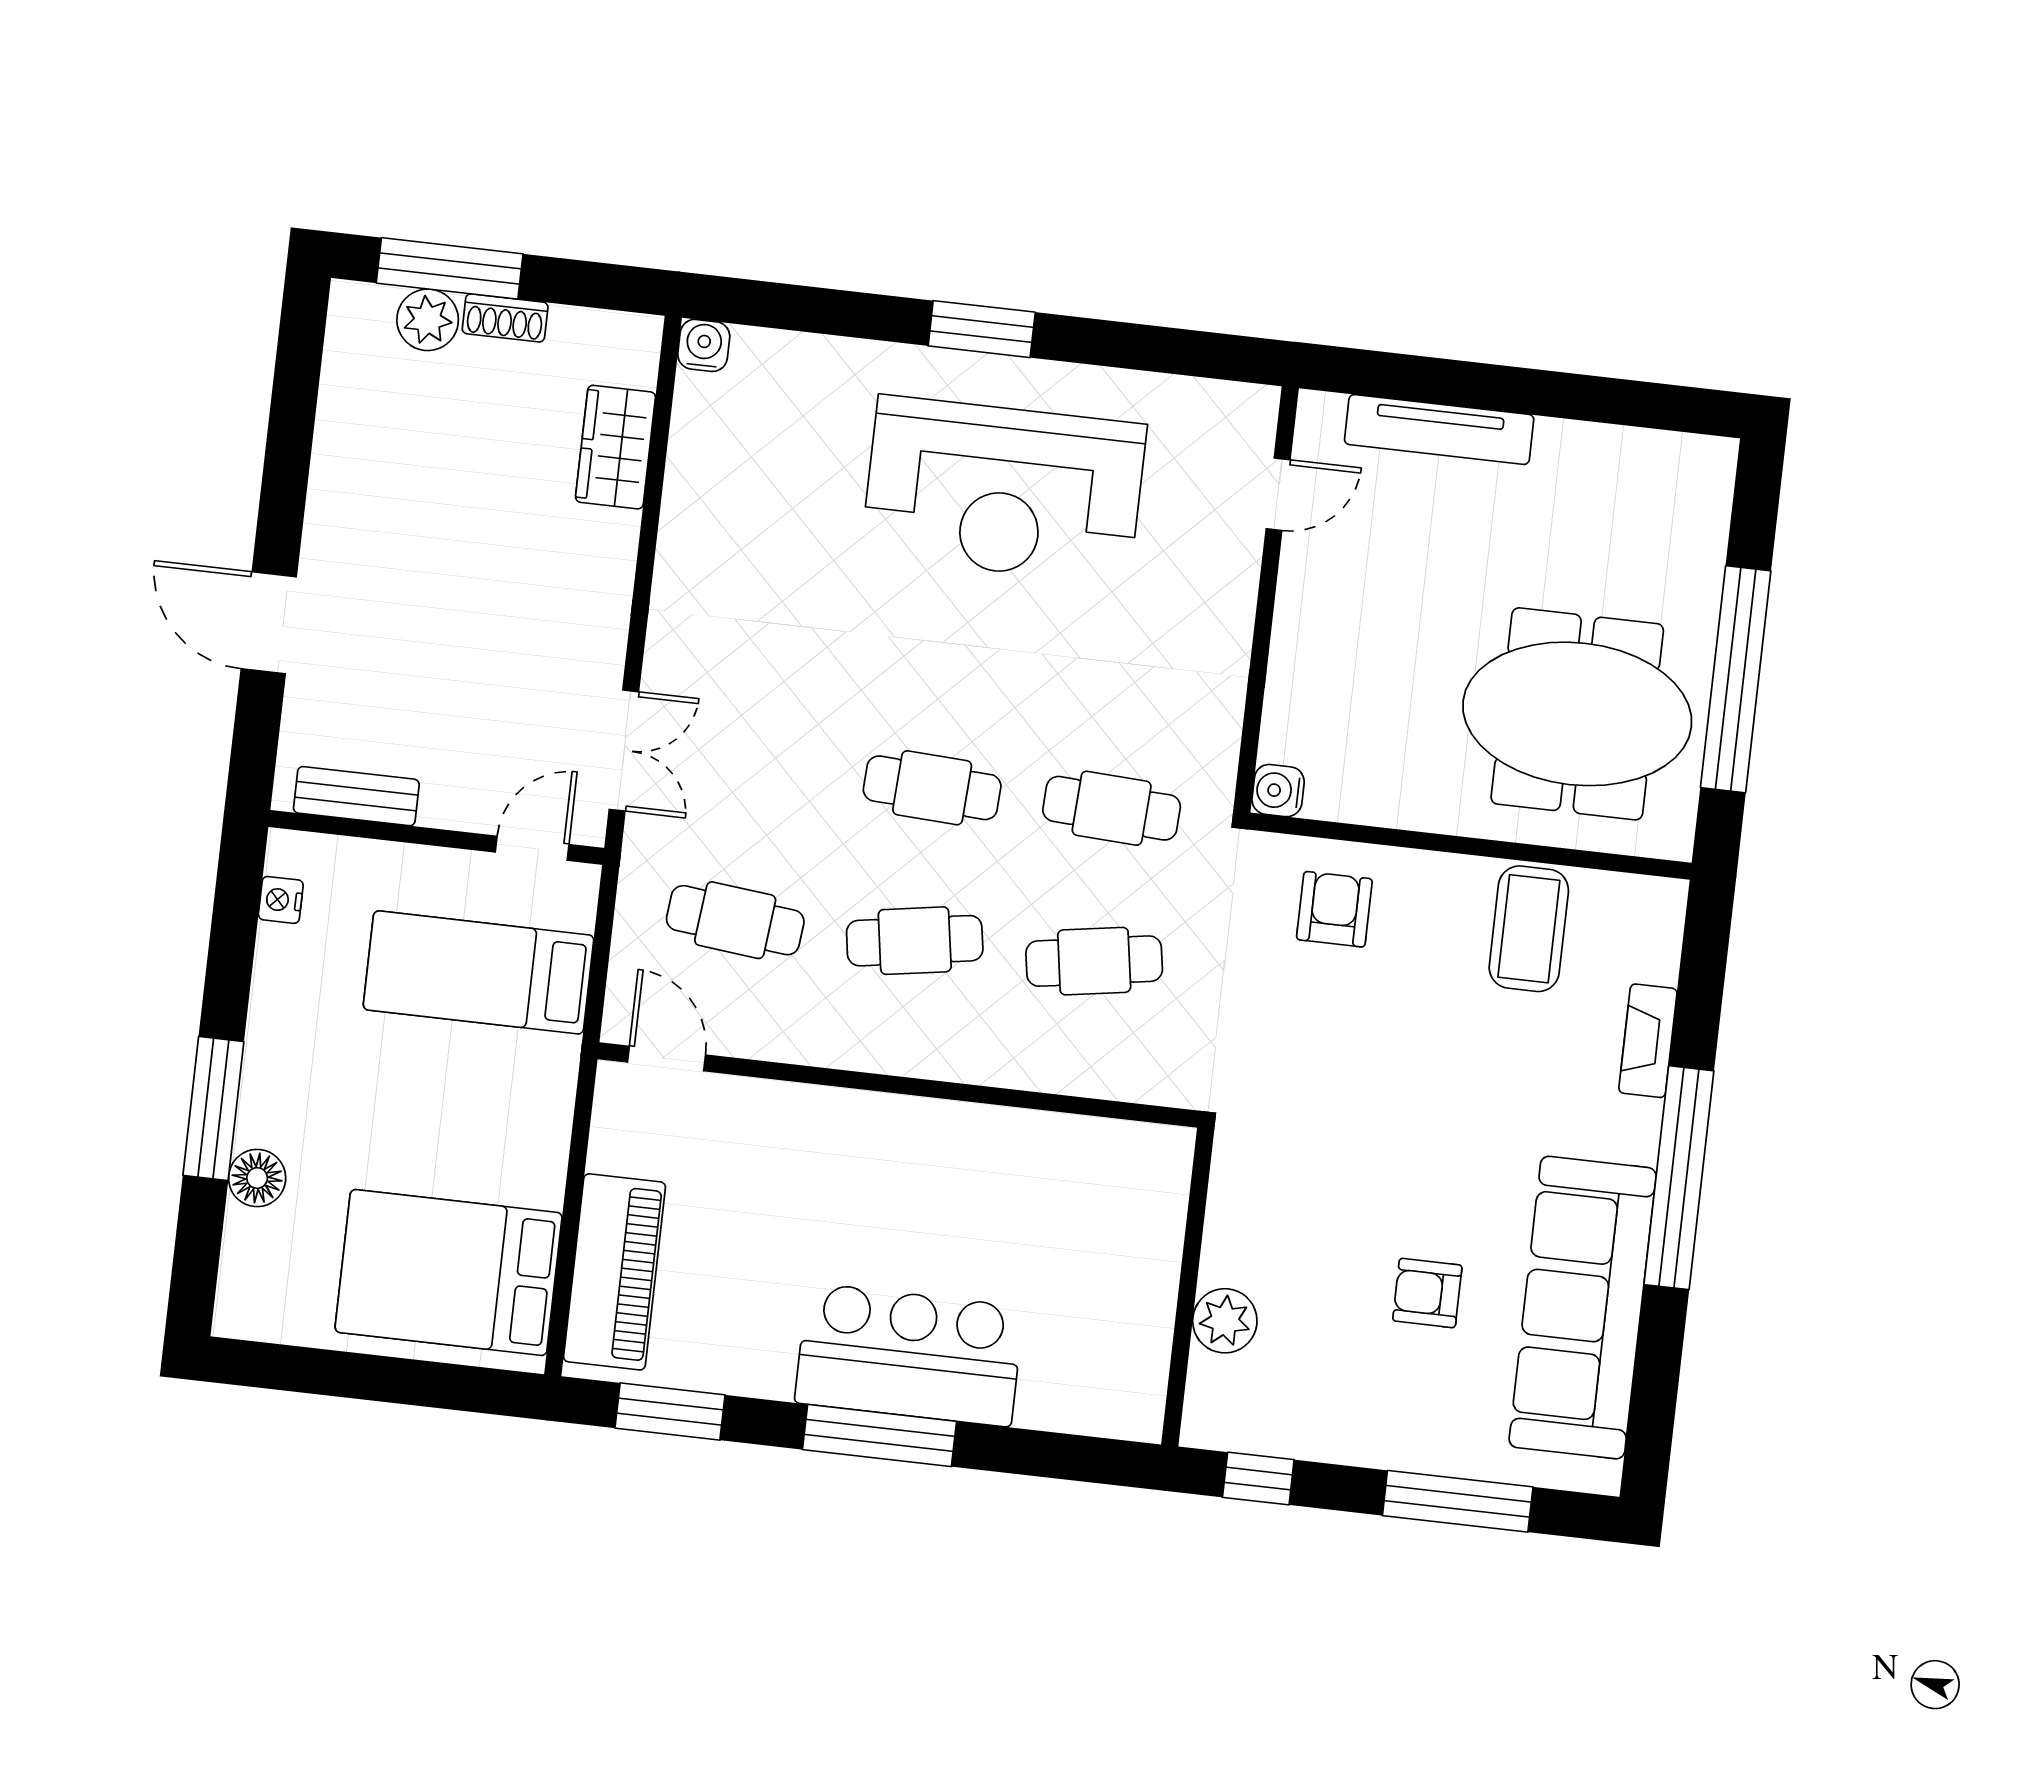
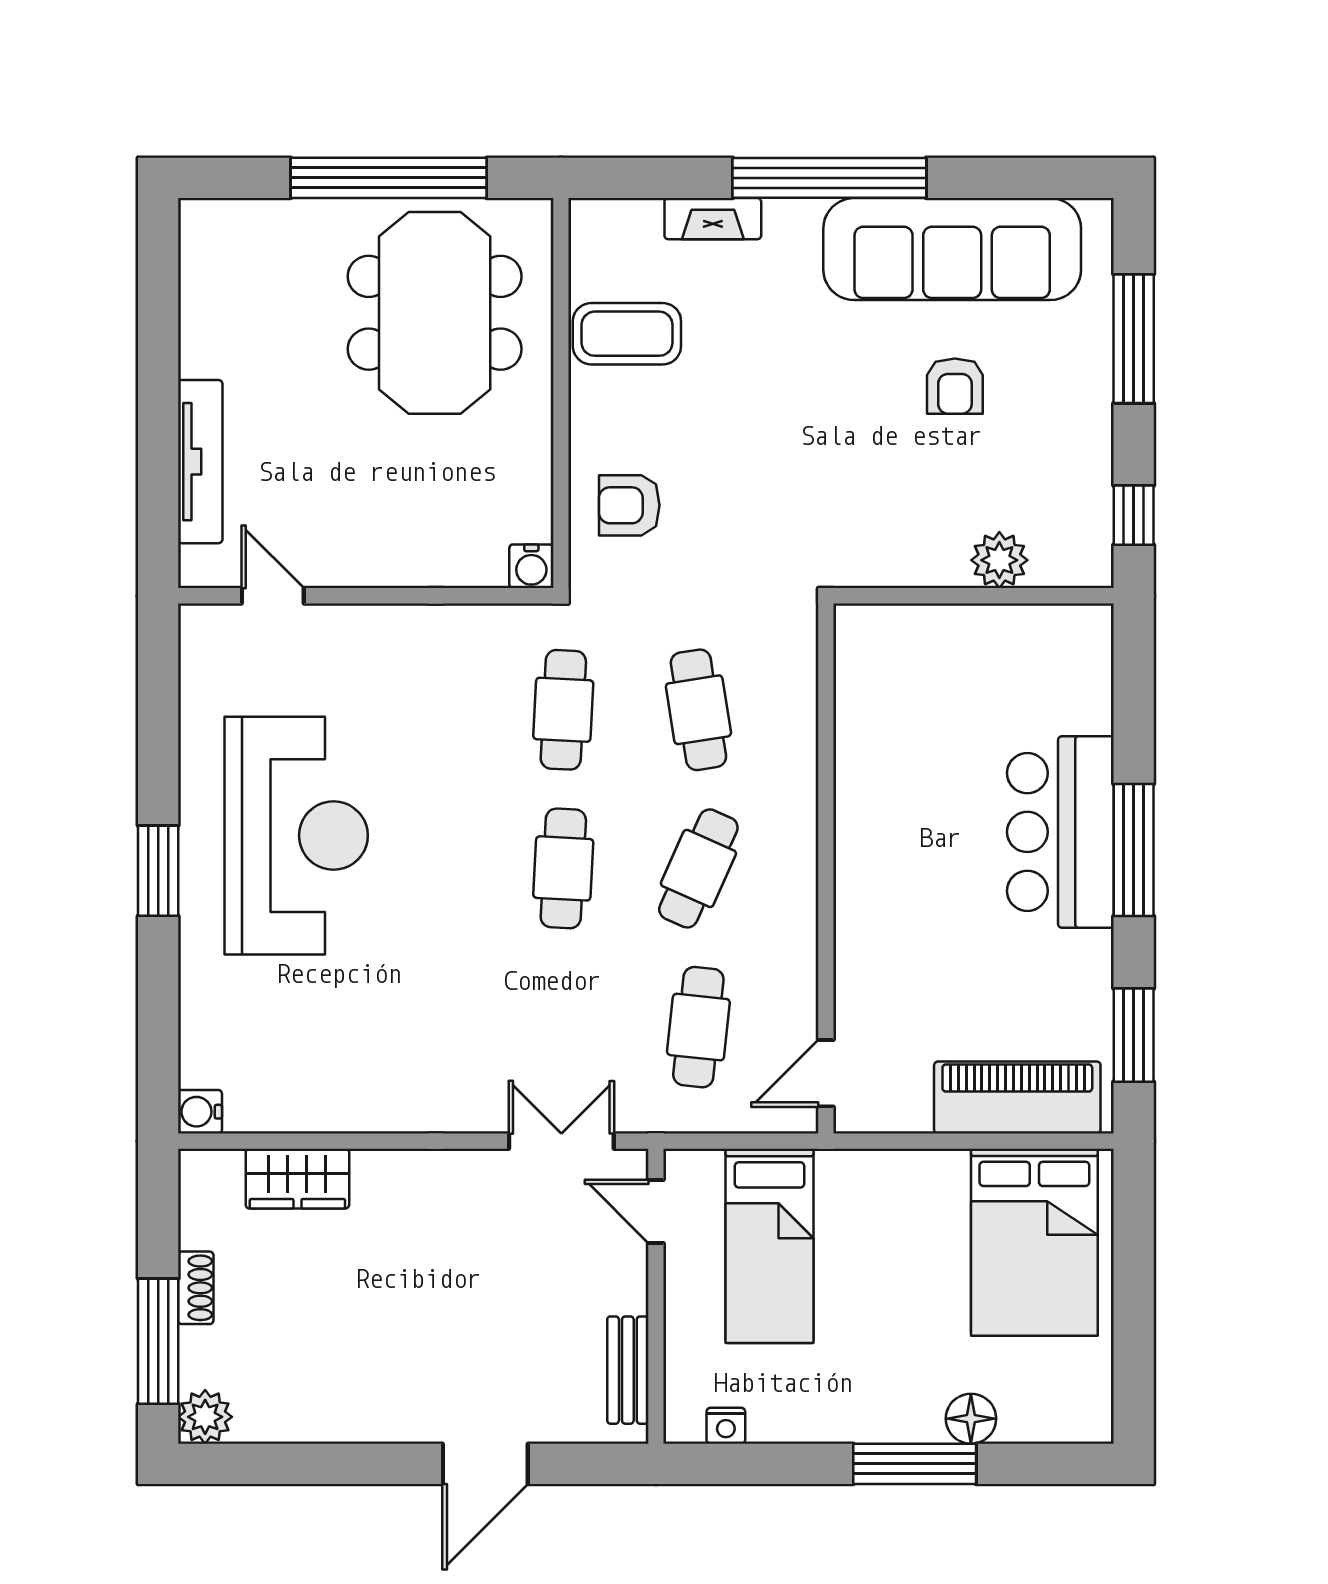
plant: (428, 320) -> (205, 1417), moved
cafe table: (915, 941) -> (698, 868), turned 33

